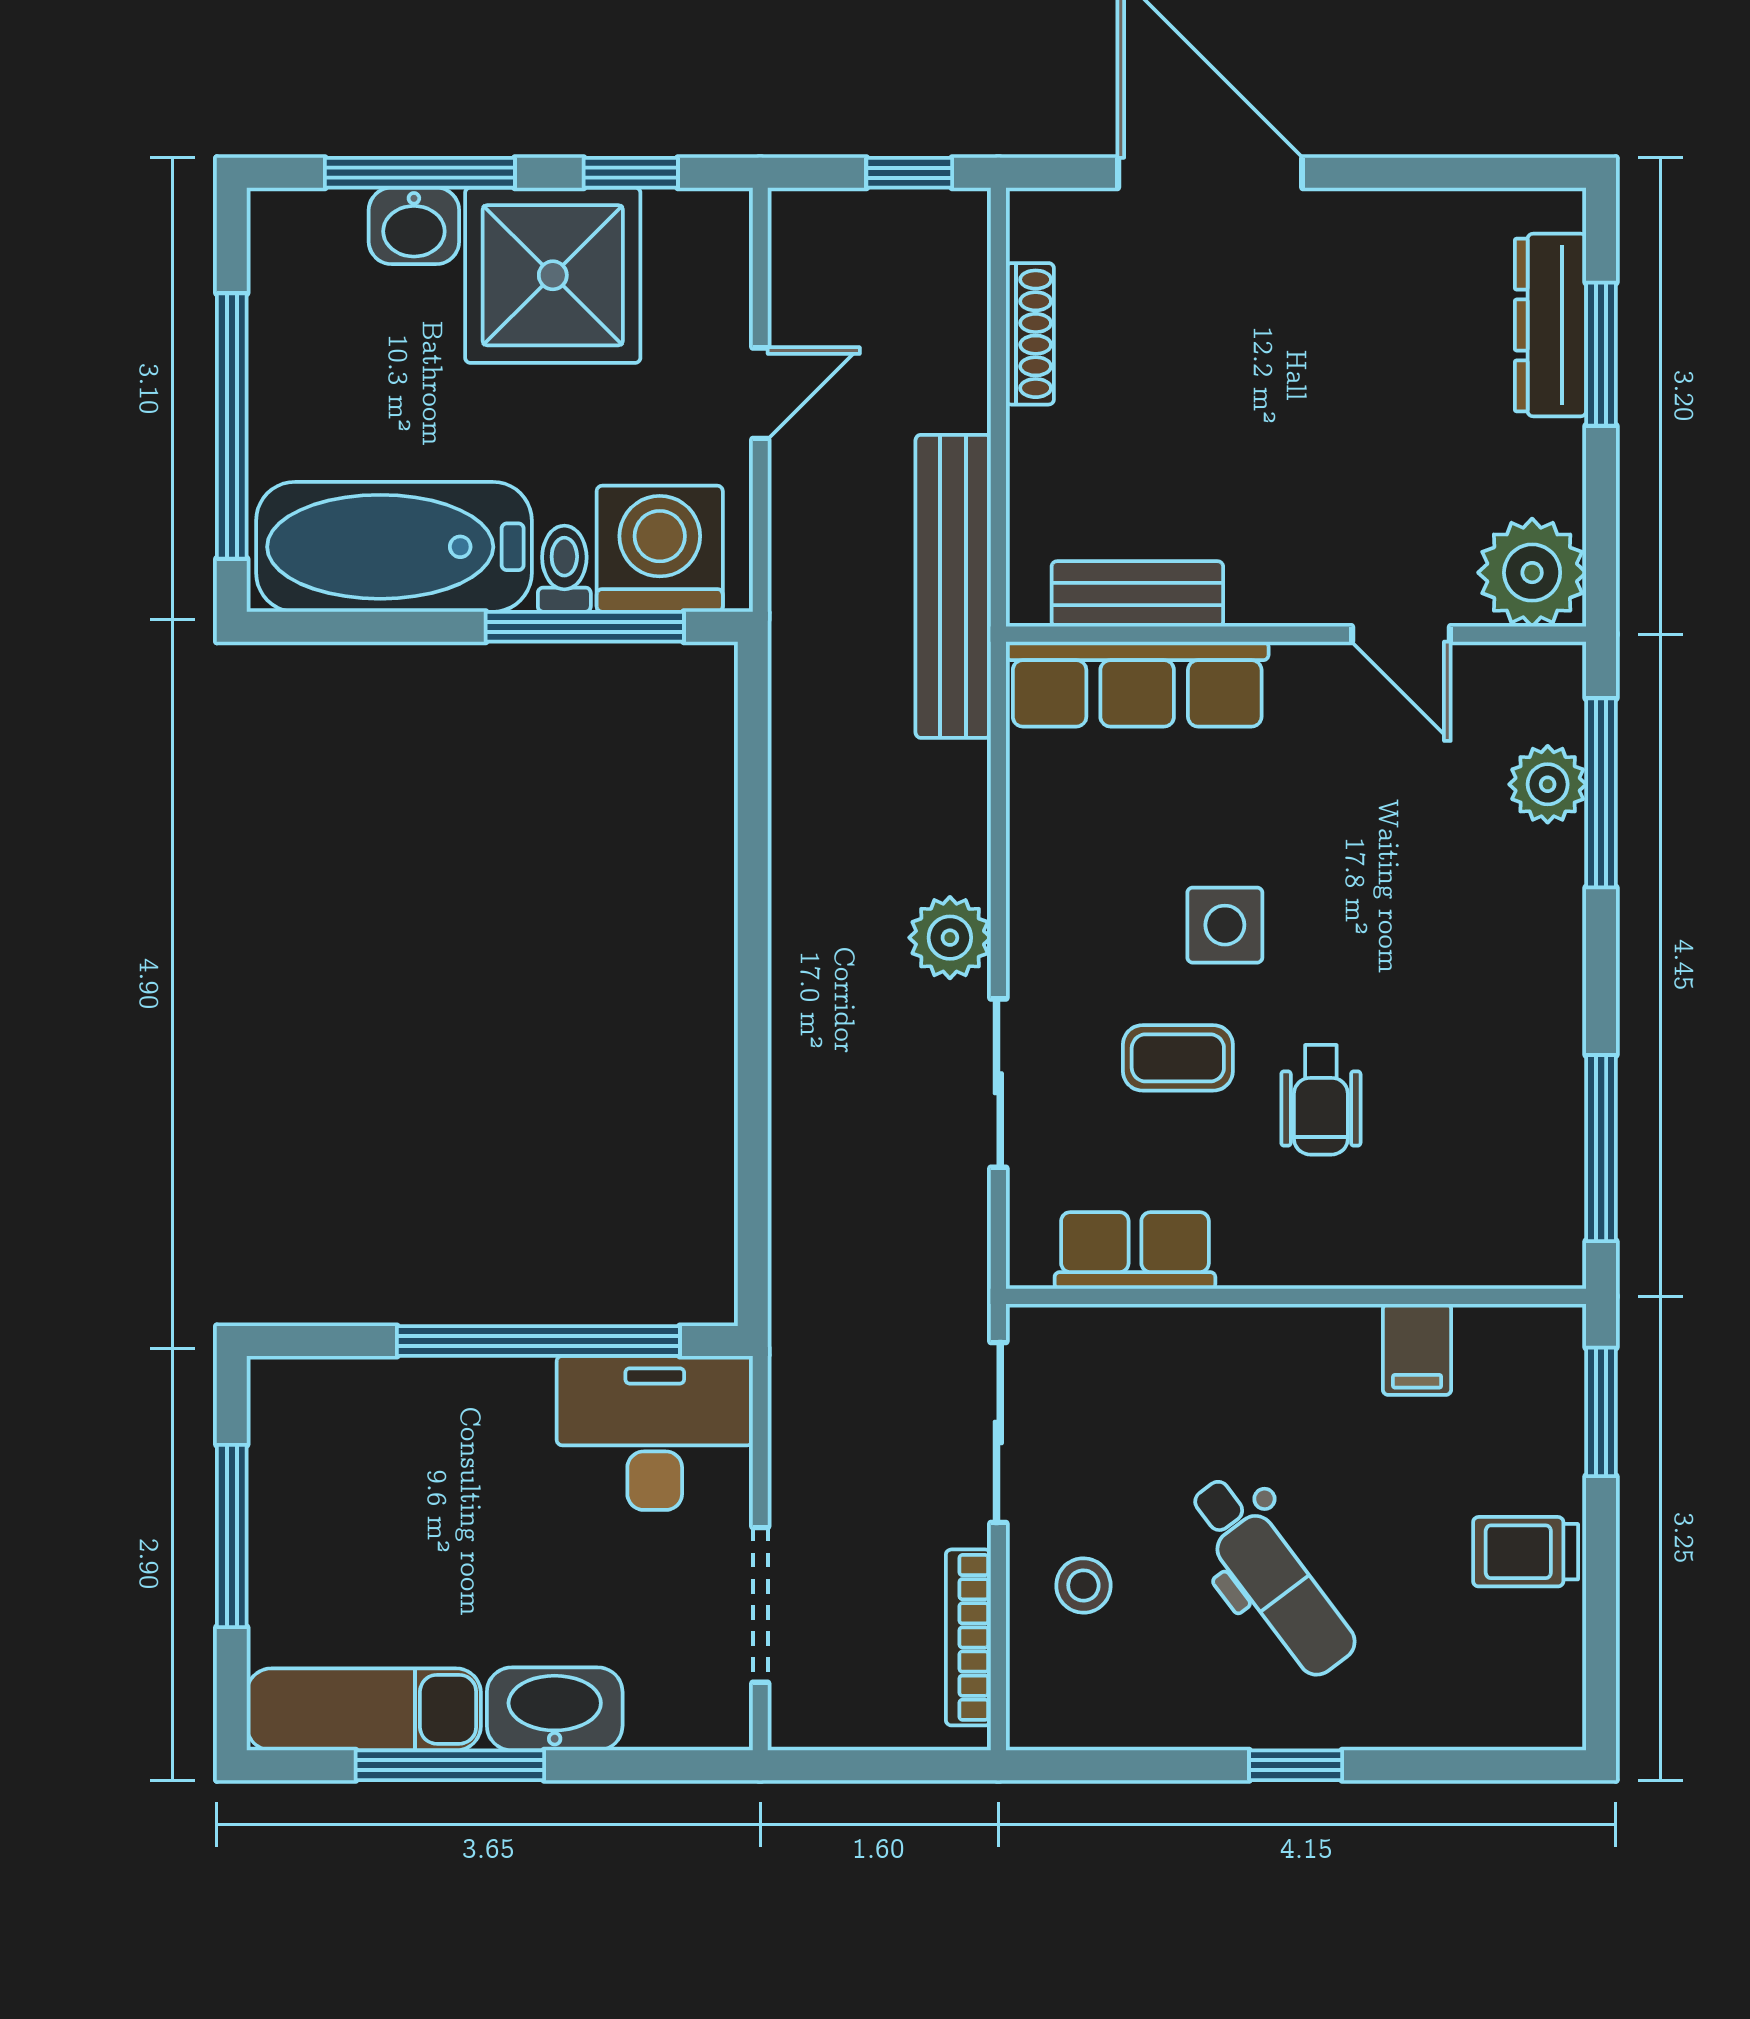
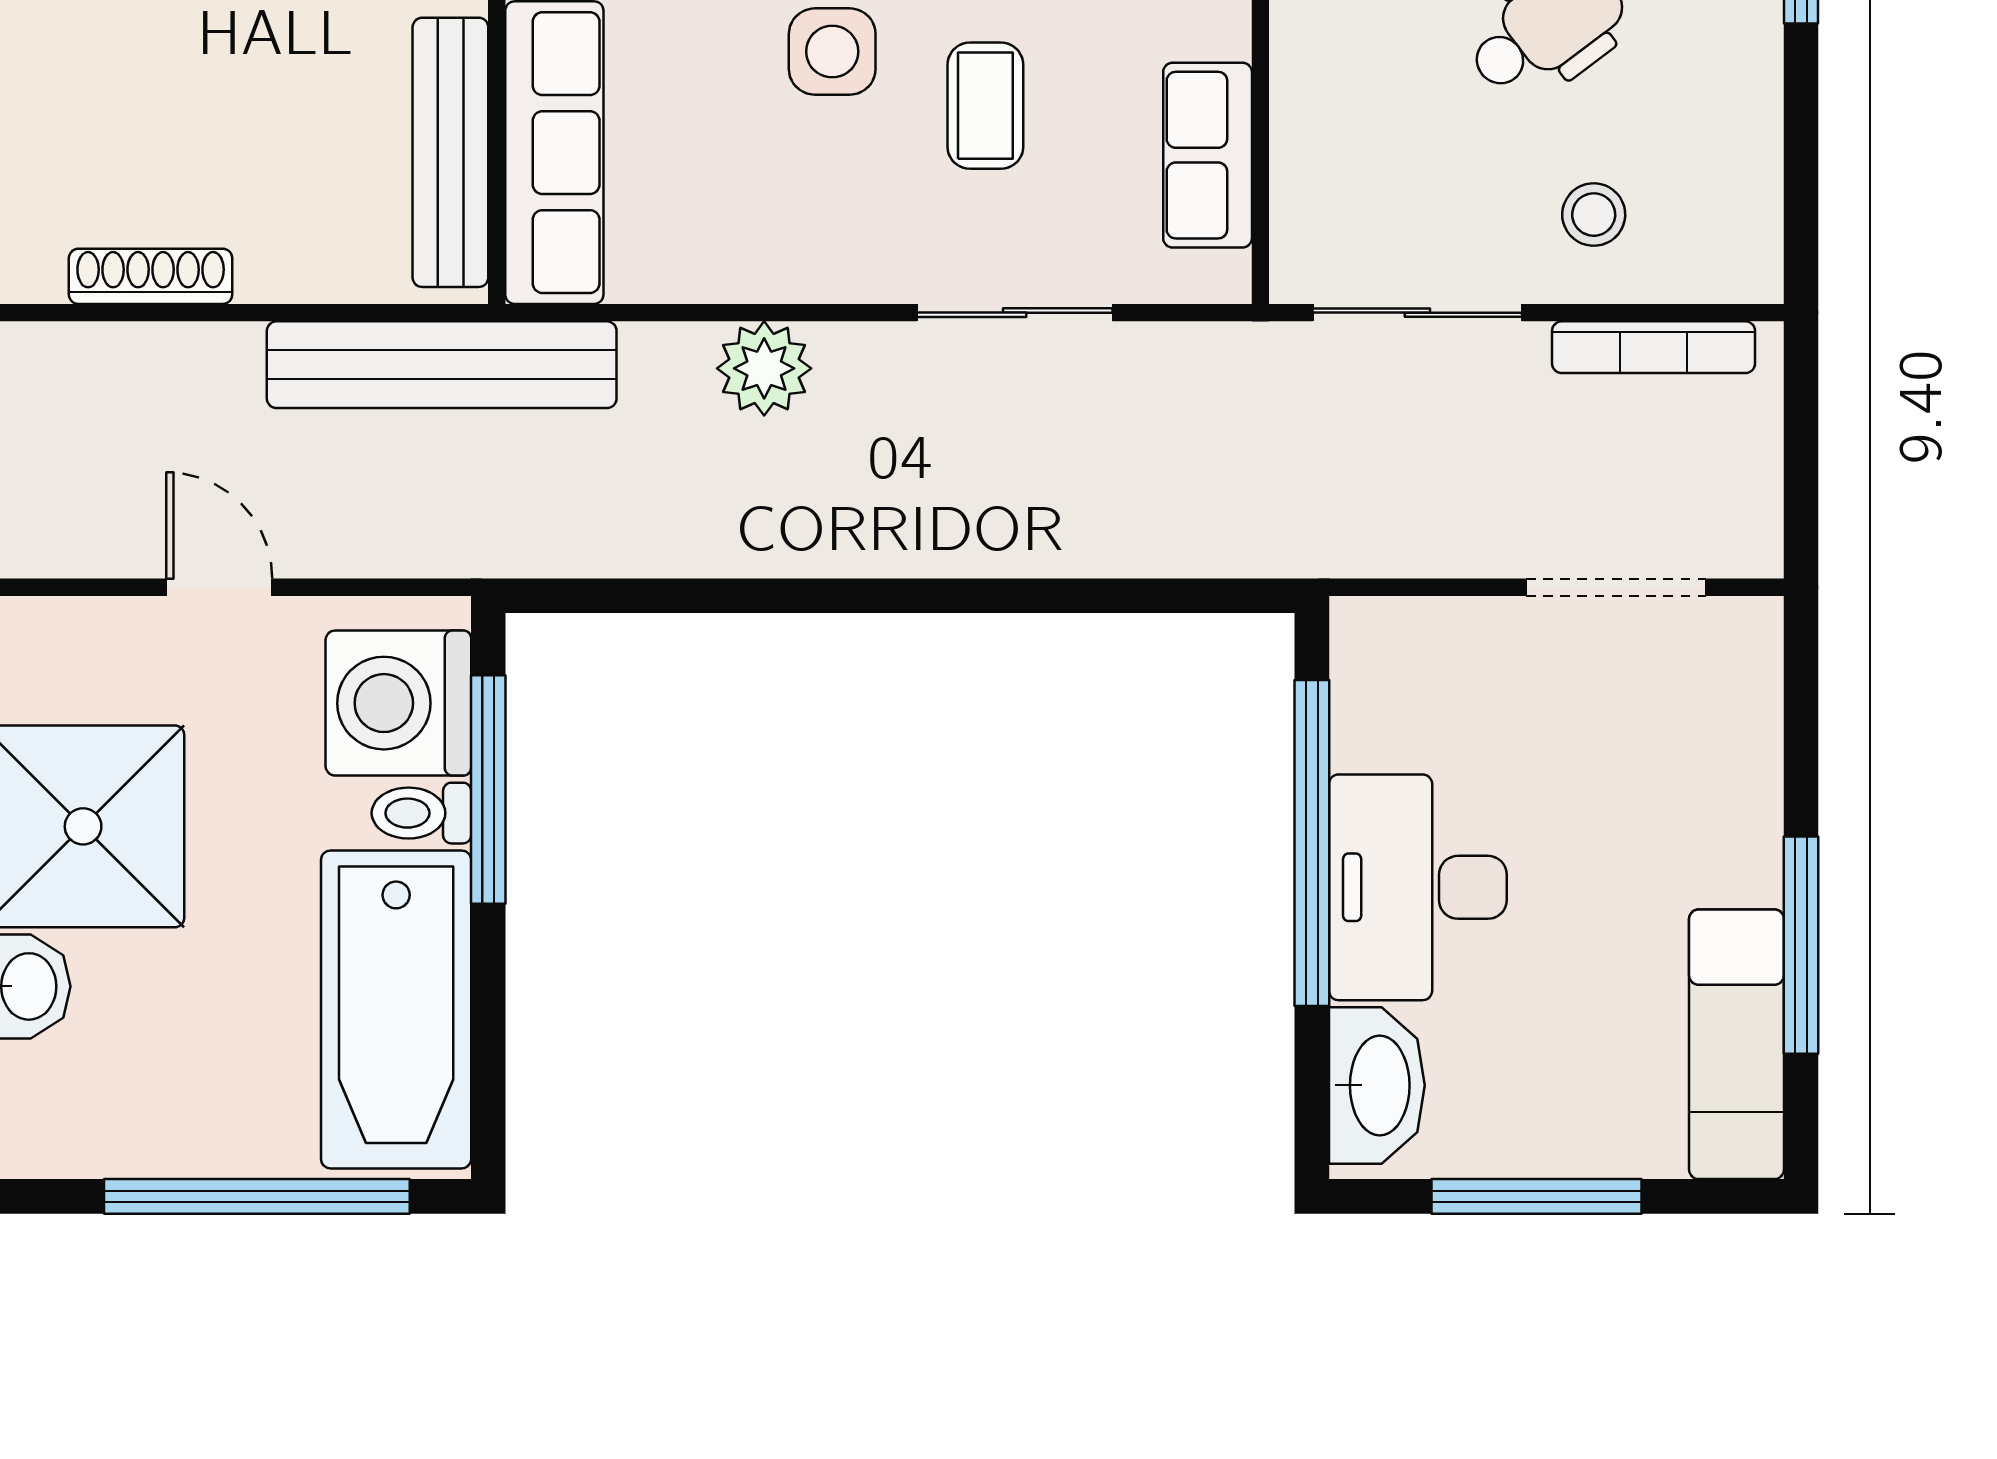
bench: (1137, 594) -> (450, 152), width x1.36
plant: (950, 938) -> (764, 368), moved
desk: (655, 1433) -> (1418, 887), moved
washbasin: (555, 1709) -> (1377, 1085), moved, turned 180

